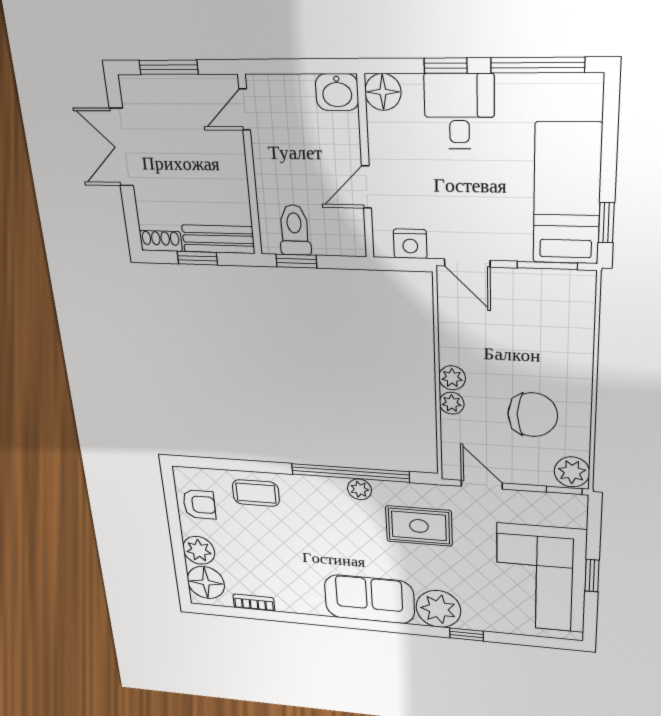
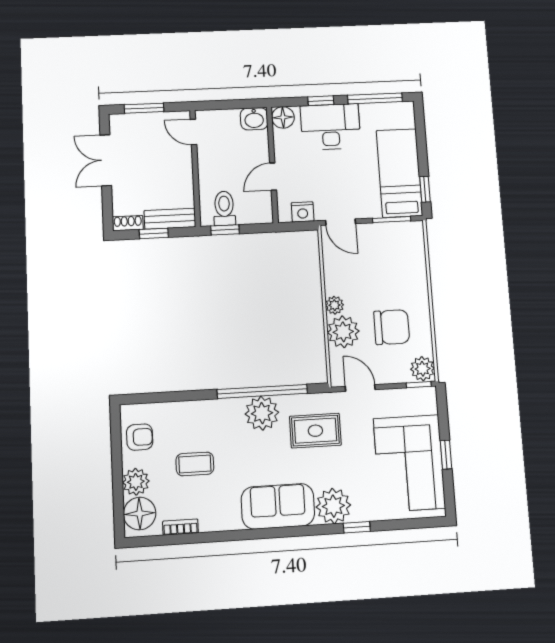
door: (245, 109) -> (193, 132), hinge flipped
desk: (459, 111) -> (330, 127), width x1.37
plant: (452, 403) -> (343, 332), width x1.88, depth x1.88
plant: (359, 489) -> (262, 413), width x1.88, depth x1.88
coffee table: (256, 493) -> (195, 464), moved

